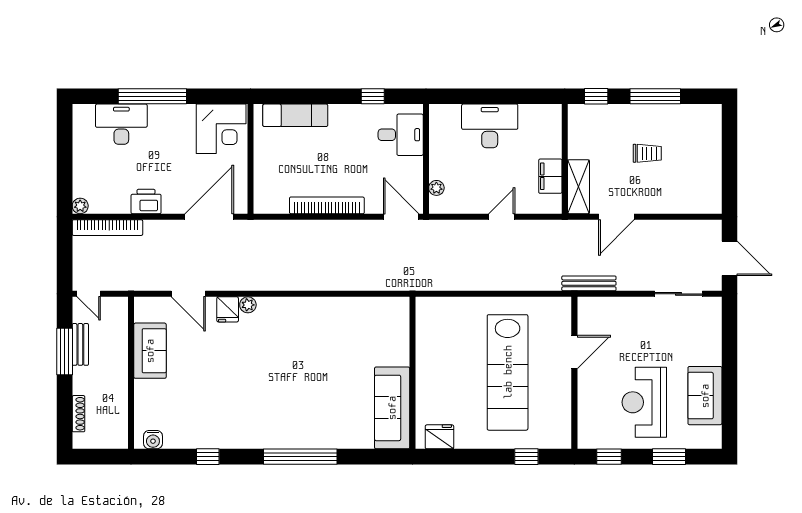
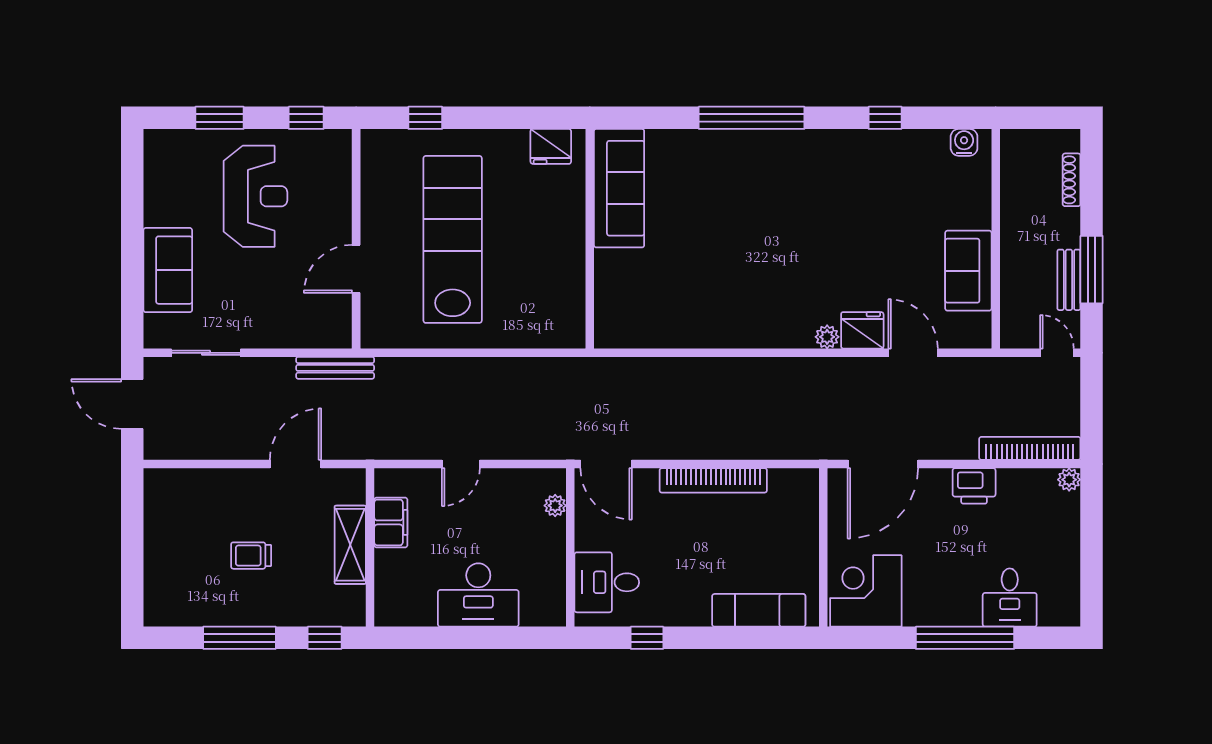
desk: (121, 124) -> (1010, 598), width x0.73
shelving: (578, 187) -> (350, 545), moved
fridge: (228, 309) -> (862, 330), width x1.38
sofa: (705, 396) -> (168, 270), moved

